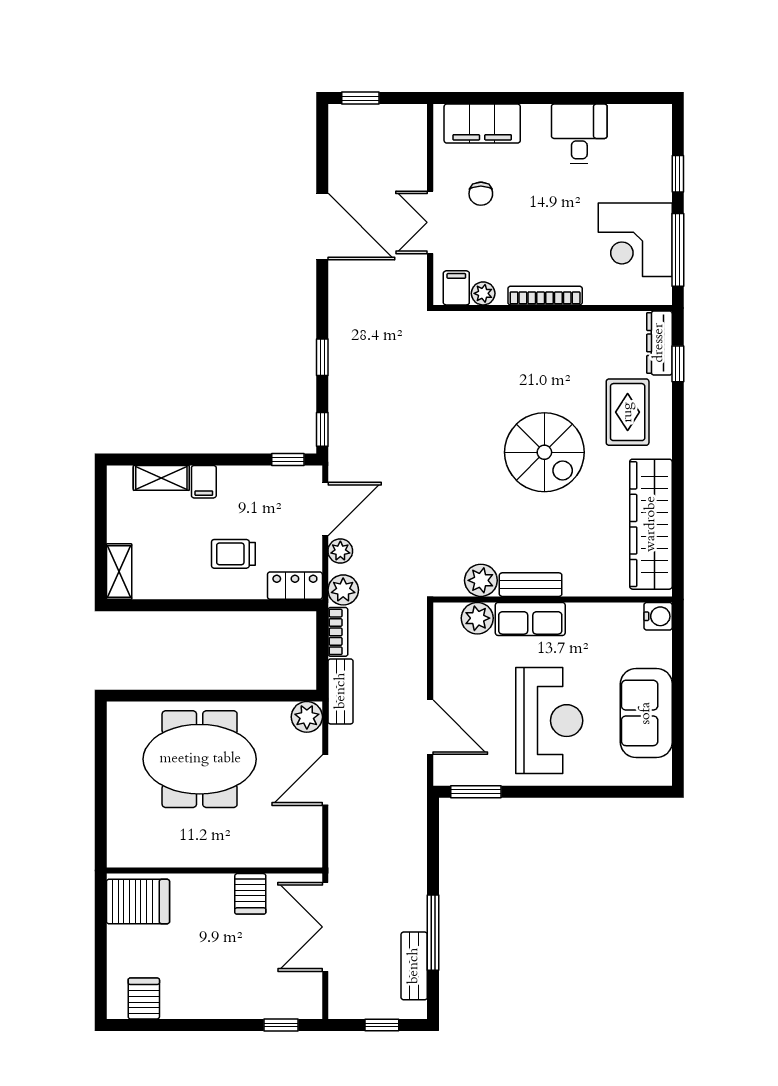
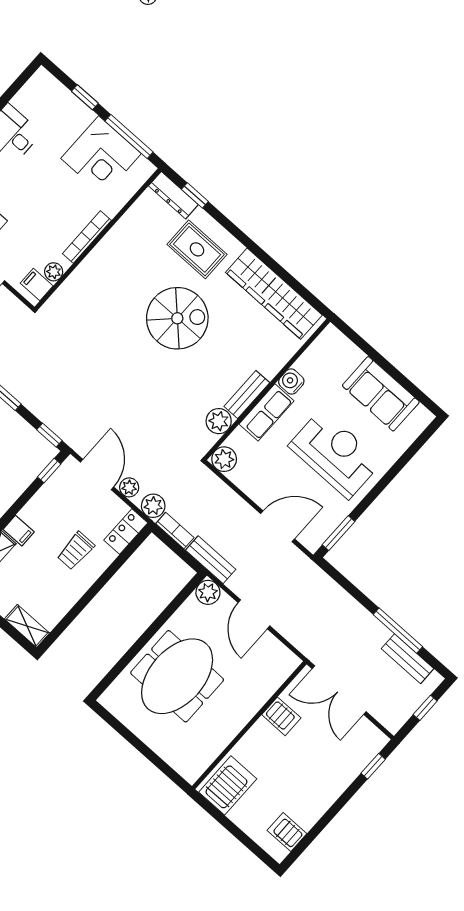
water cooler: (658, 616) -> (291, 382), moved, turned -90
plant: (477, 618) -> (224, 459), moved

